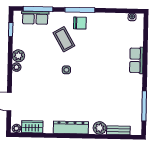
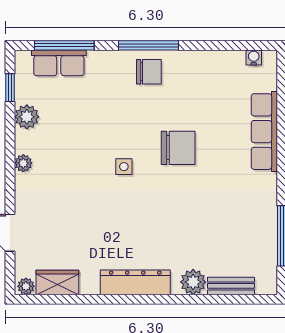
coffee table: (64, 39) -> (117, 105), removed
plant: (18, 56) -> (27, 117), moved
row of seats: (136, 60) -> (264, 132), width x1.48
chair: (94, 61) -> (178, 148), added

